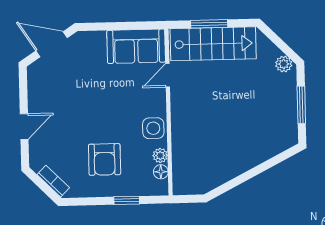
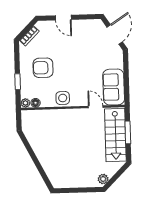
window: (301, 105) -> (78, 190), removed
plant: (160, 155) -> (25, 103), moved

